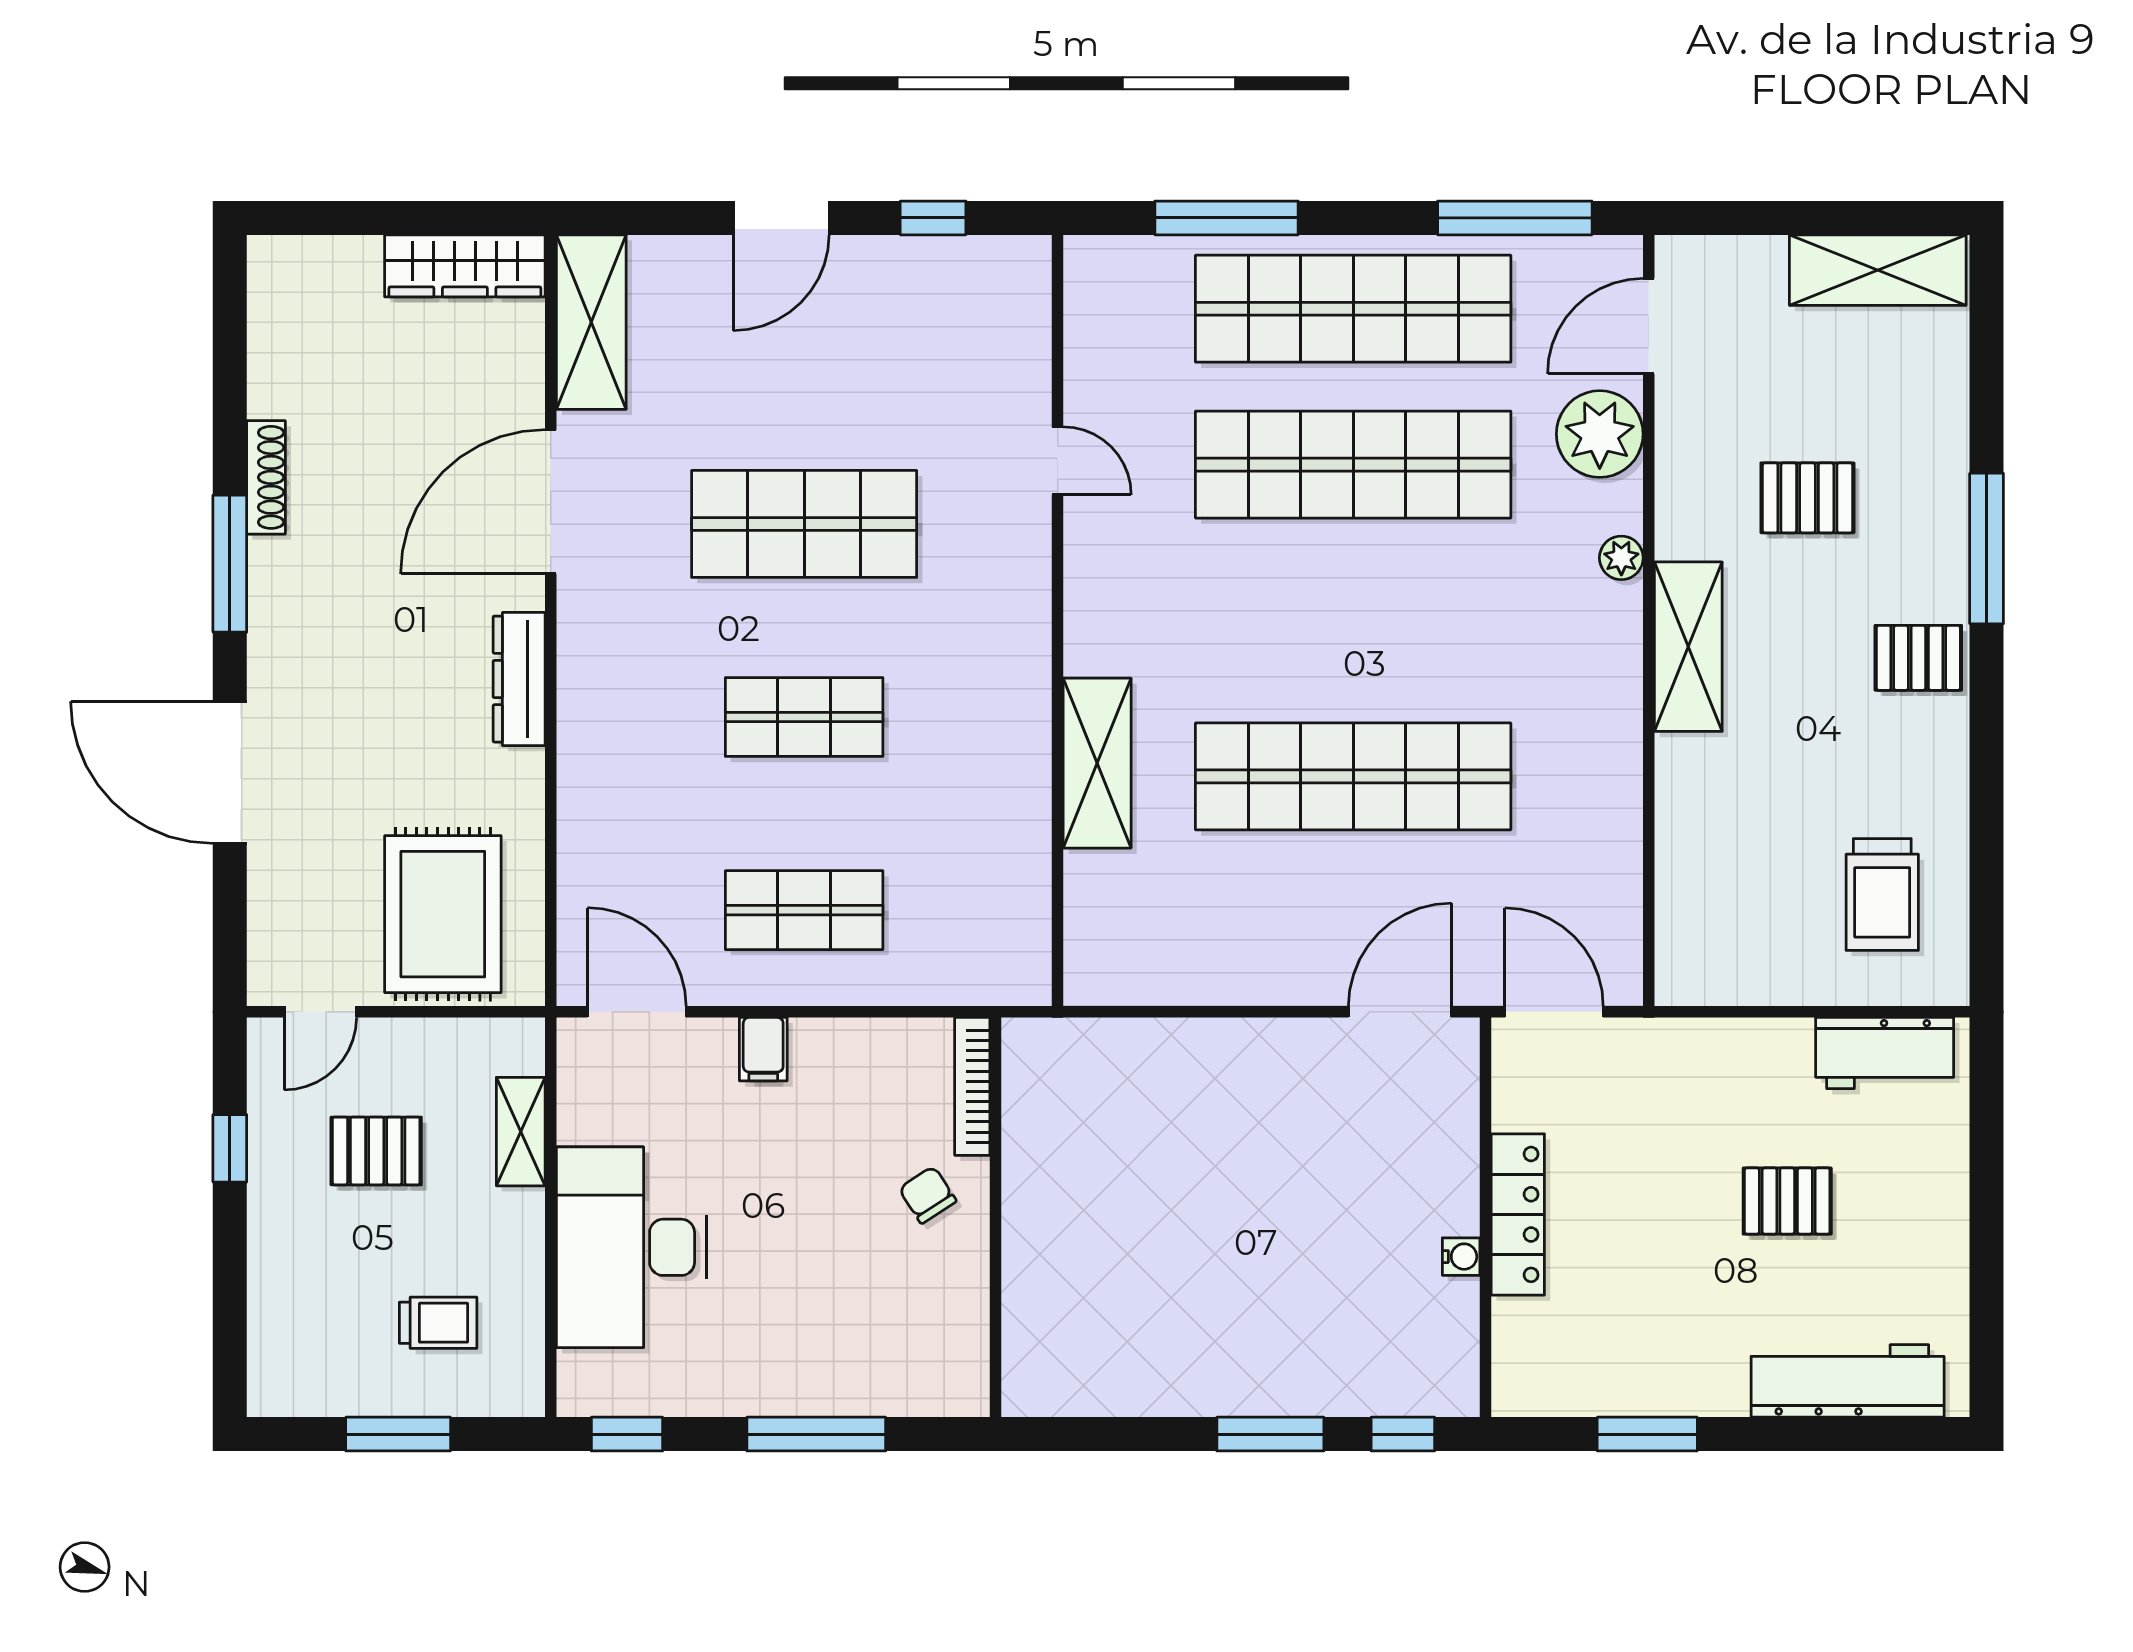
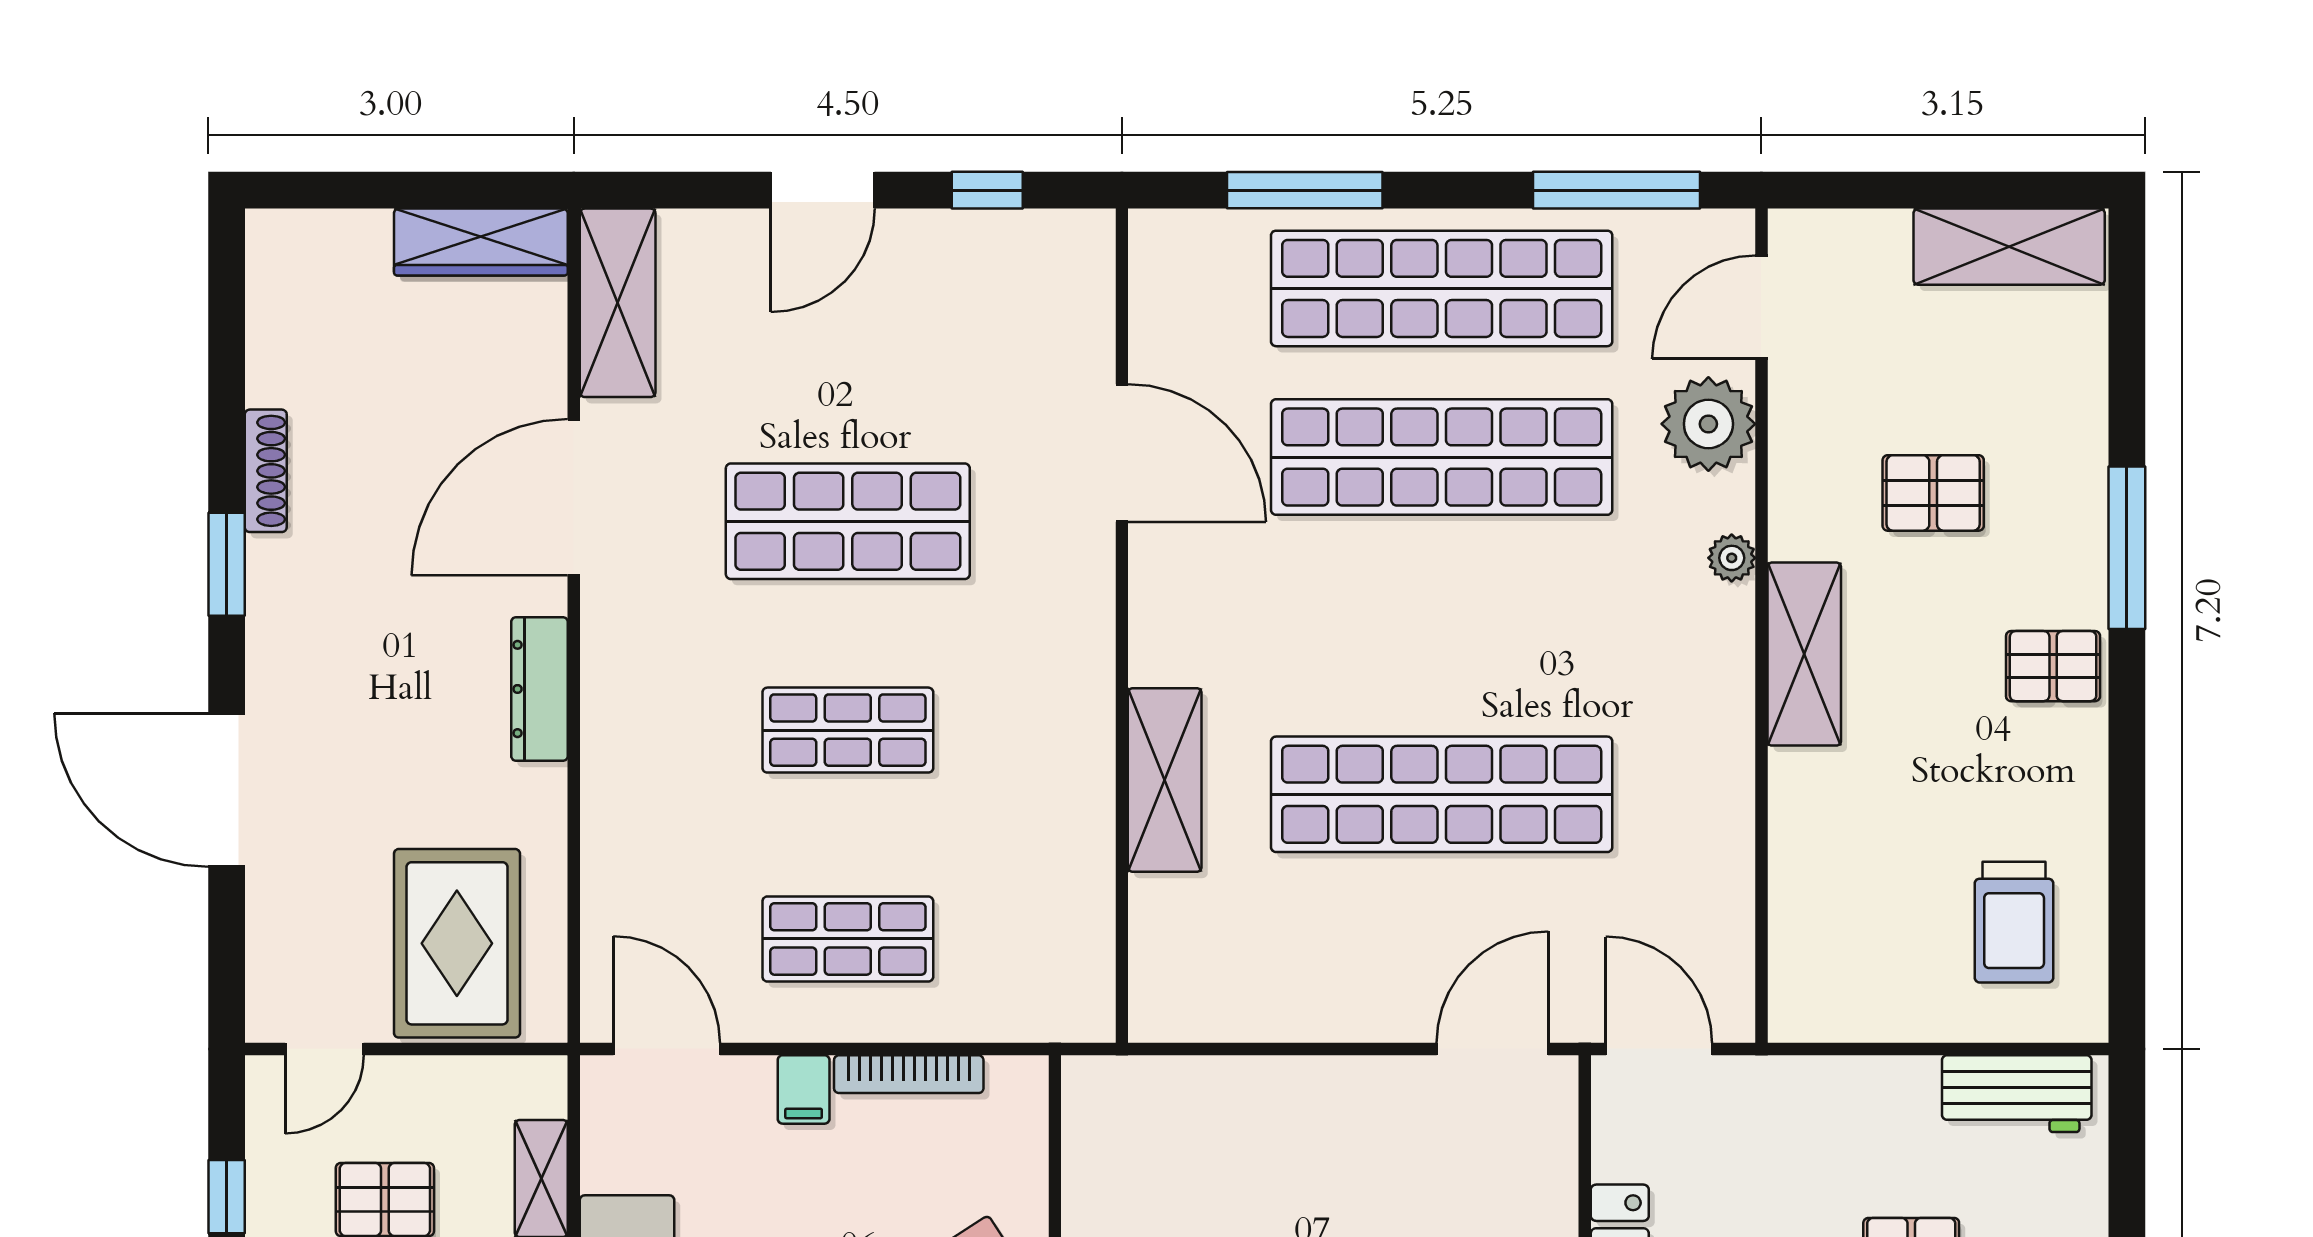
door: (1058, 461) -> (1122, 453), width x1.88
window: (230, 564) -> (227, 564), width x0.69
bookcase: (972, 1086) -> (909, 1074), moved, turned -90

